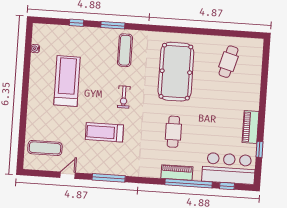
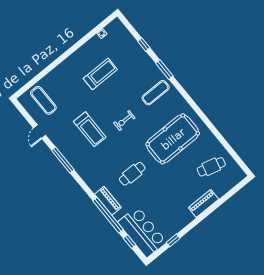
treadmill: (67, 81) -> (100, 74), width x0.73, depth x0.73
piano: (251, 127) -> (204, 203), moved
treadmill: (104, 132) -> (90, 129), turned 180
door: (68, 175) -> (40, 132), swing flipped

